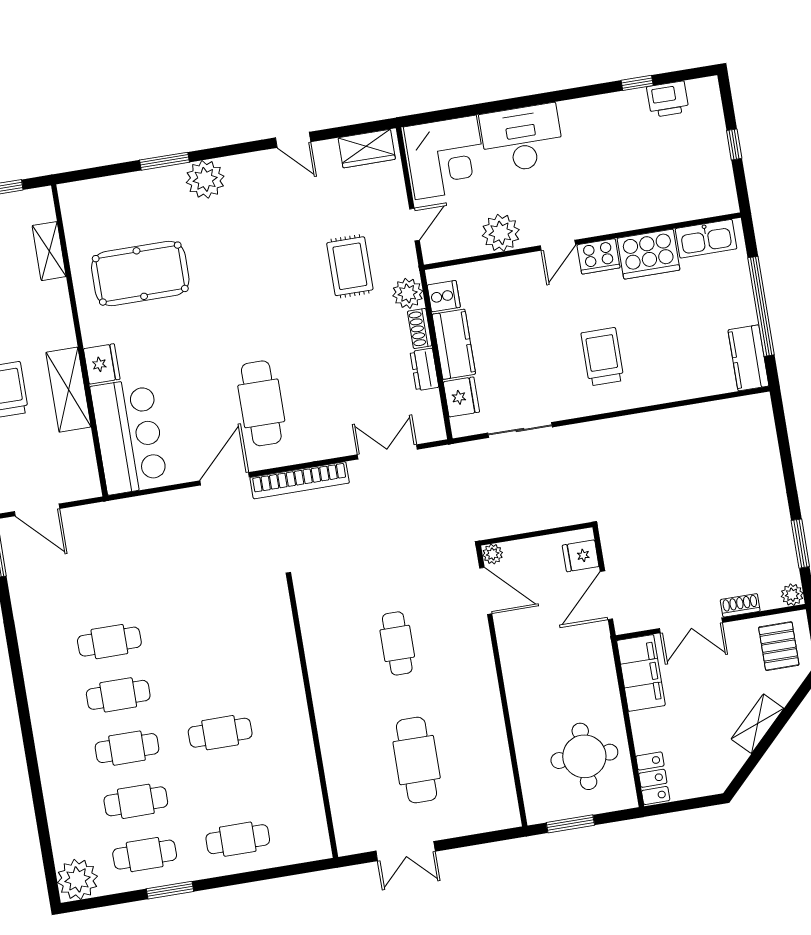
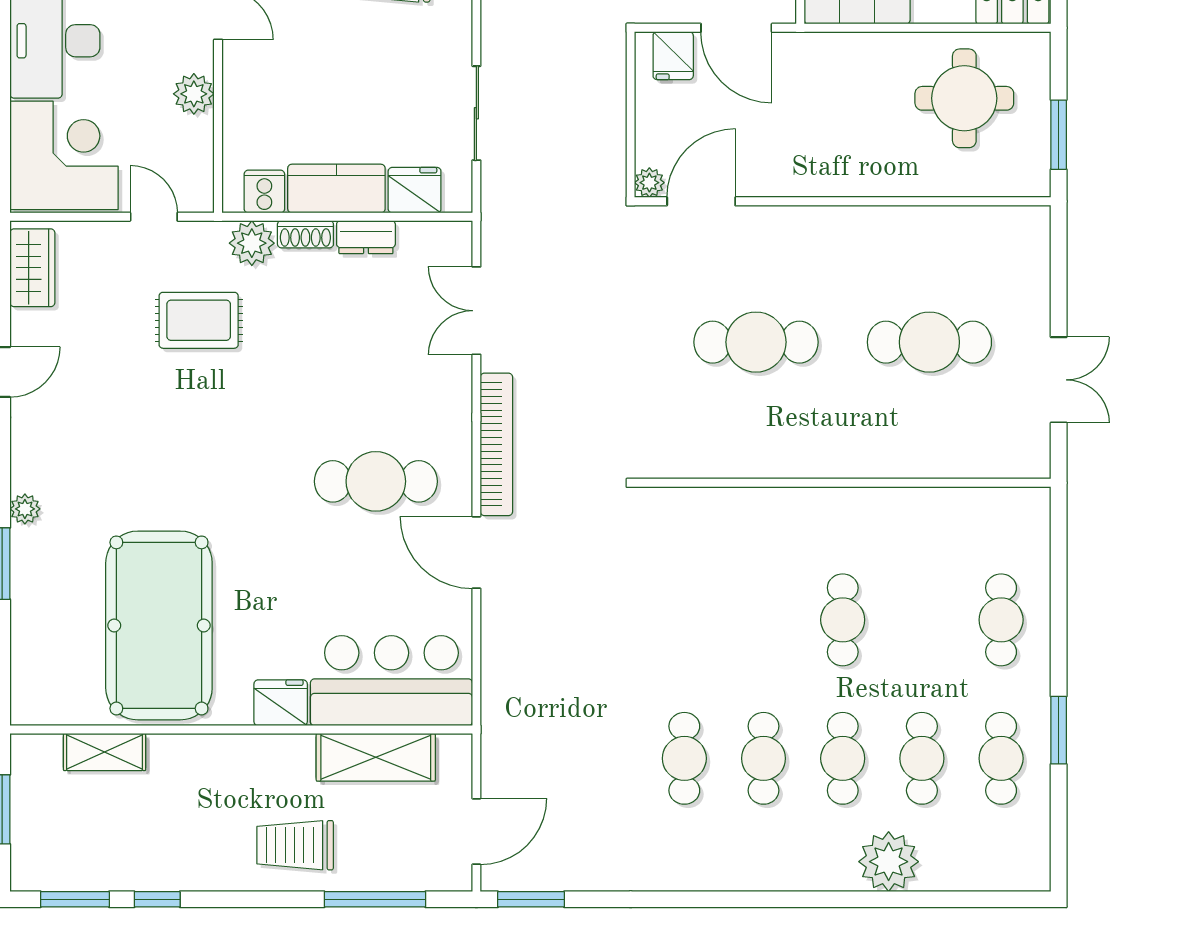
plant: (205, 179) -> (25, 509), width x0.53, depth x0.53
plant: (501, 233) -> (194, 94), width x0.73, depth x0.73
pool table: (140, 274) -> (159, 625), width x1.36, depth x1.32
shelving: (68, 390) -> (376, 757), moved
cafe table: (397, 643) -> (756, 342), width x1.37, depth x1.35
plant: (77, 879) -> (889, 862), moved

